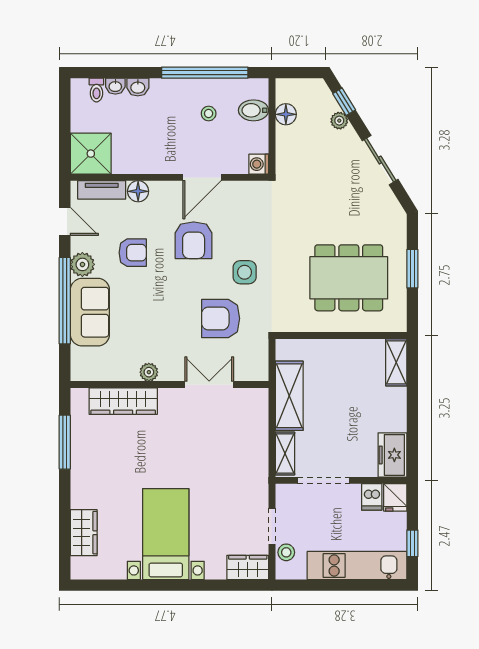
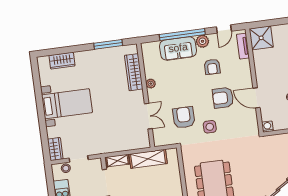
floor lamp: (138, 191) -> (245, 65), removed

